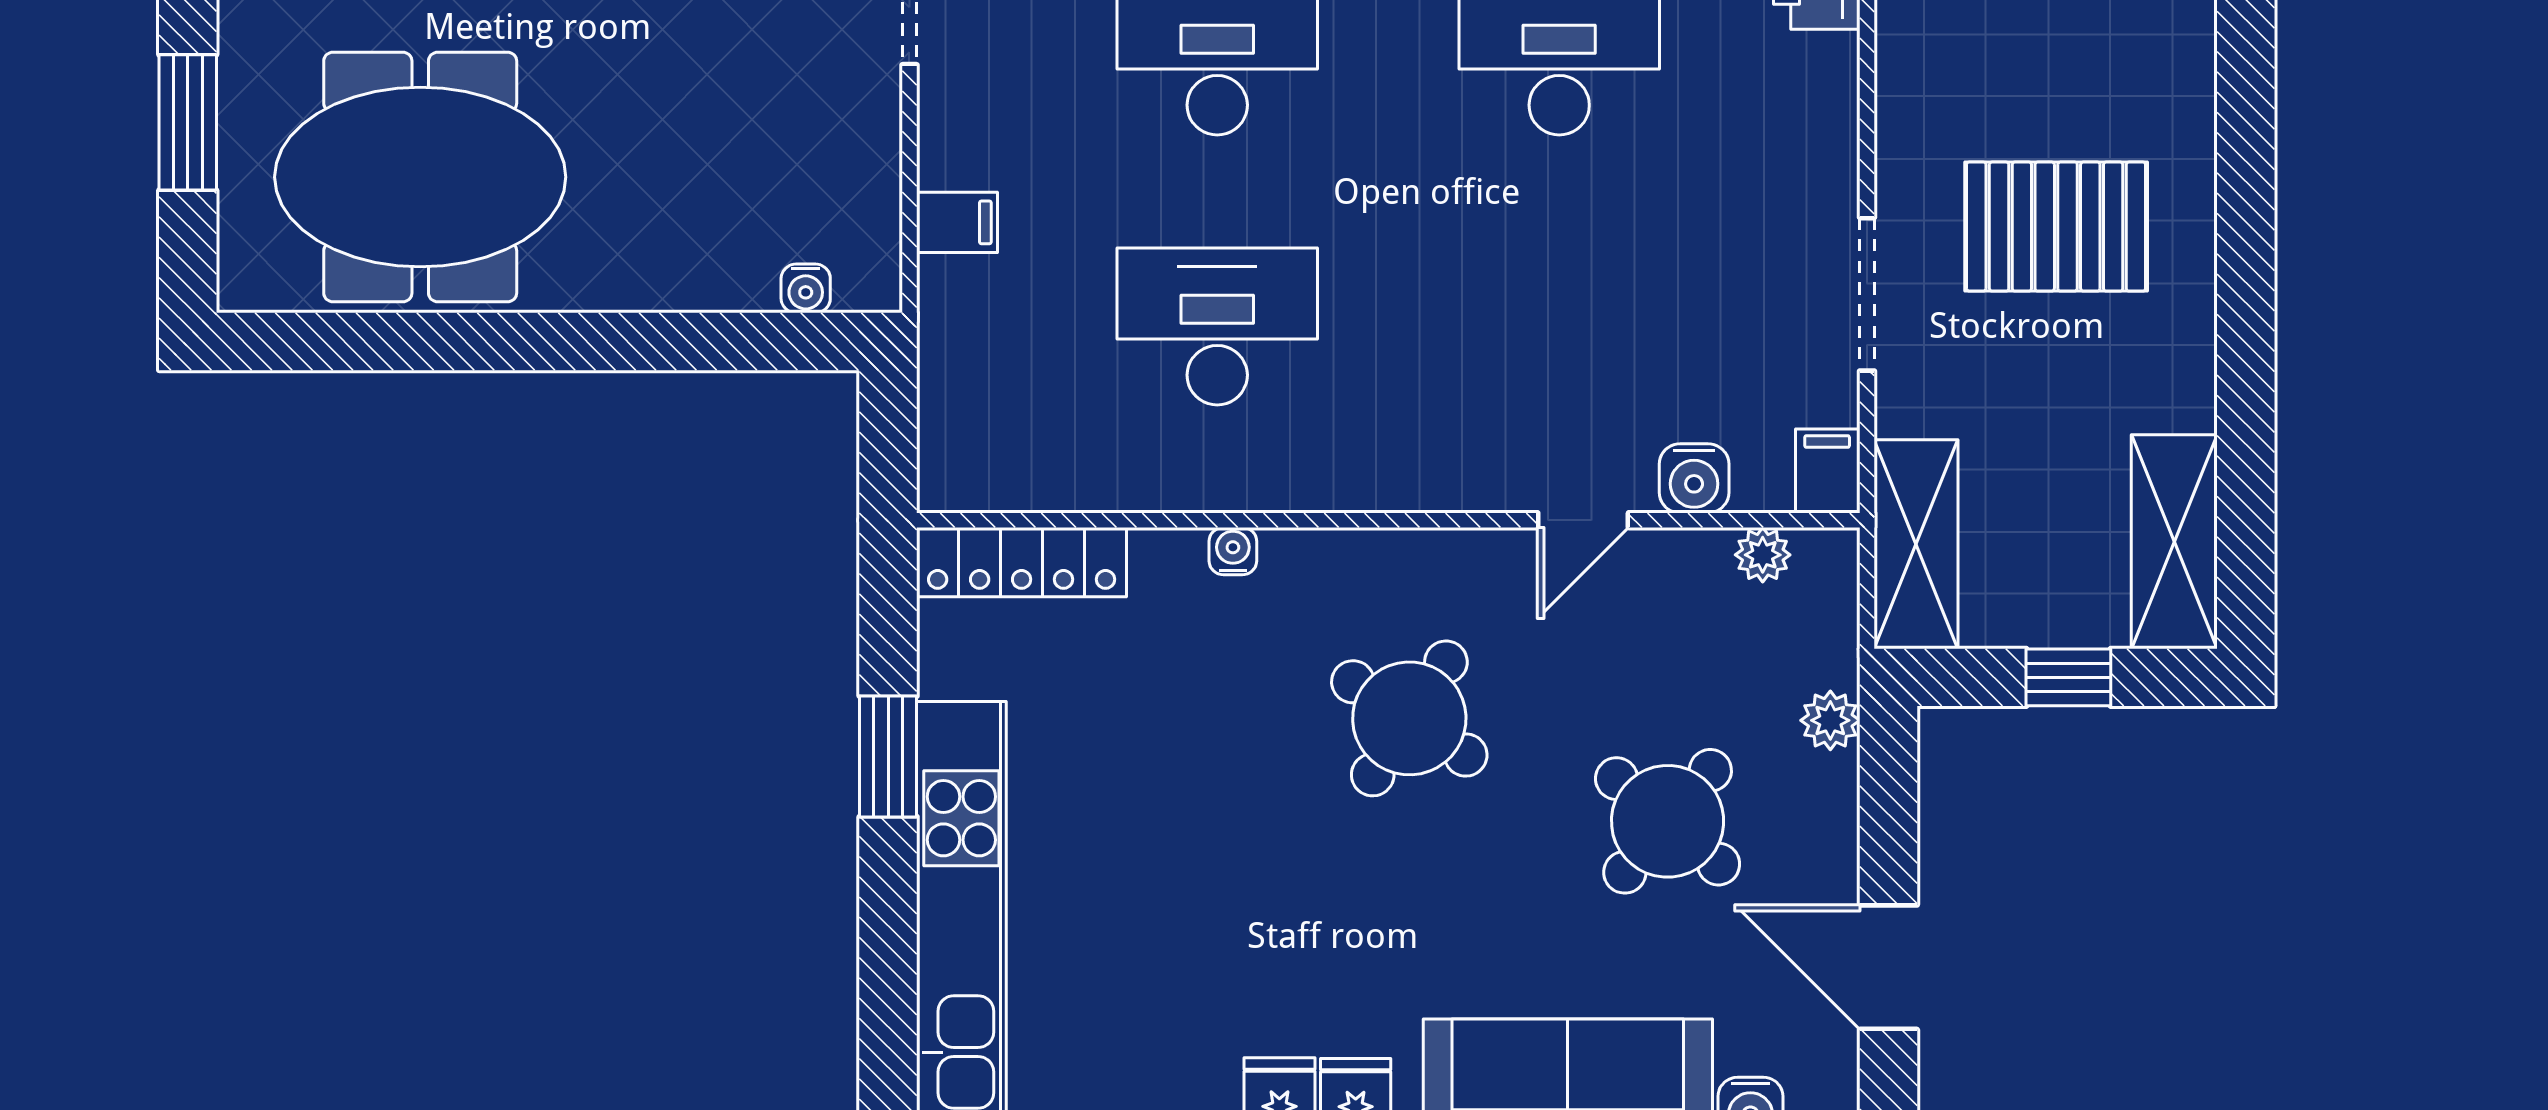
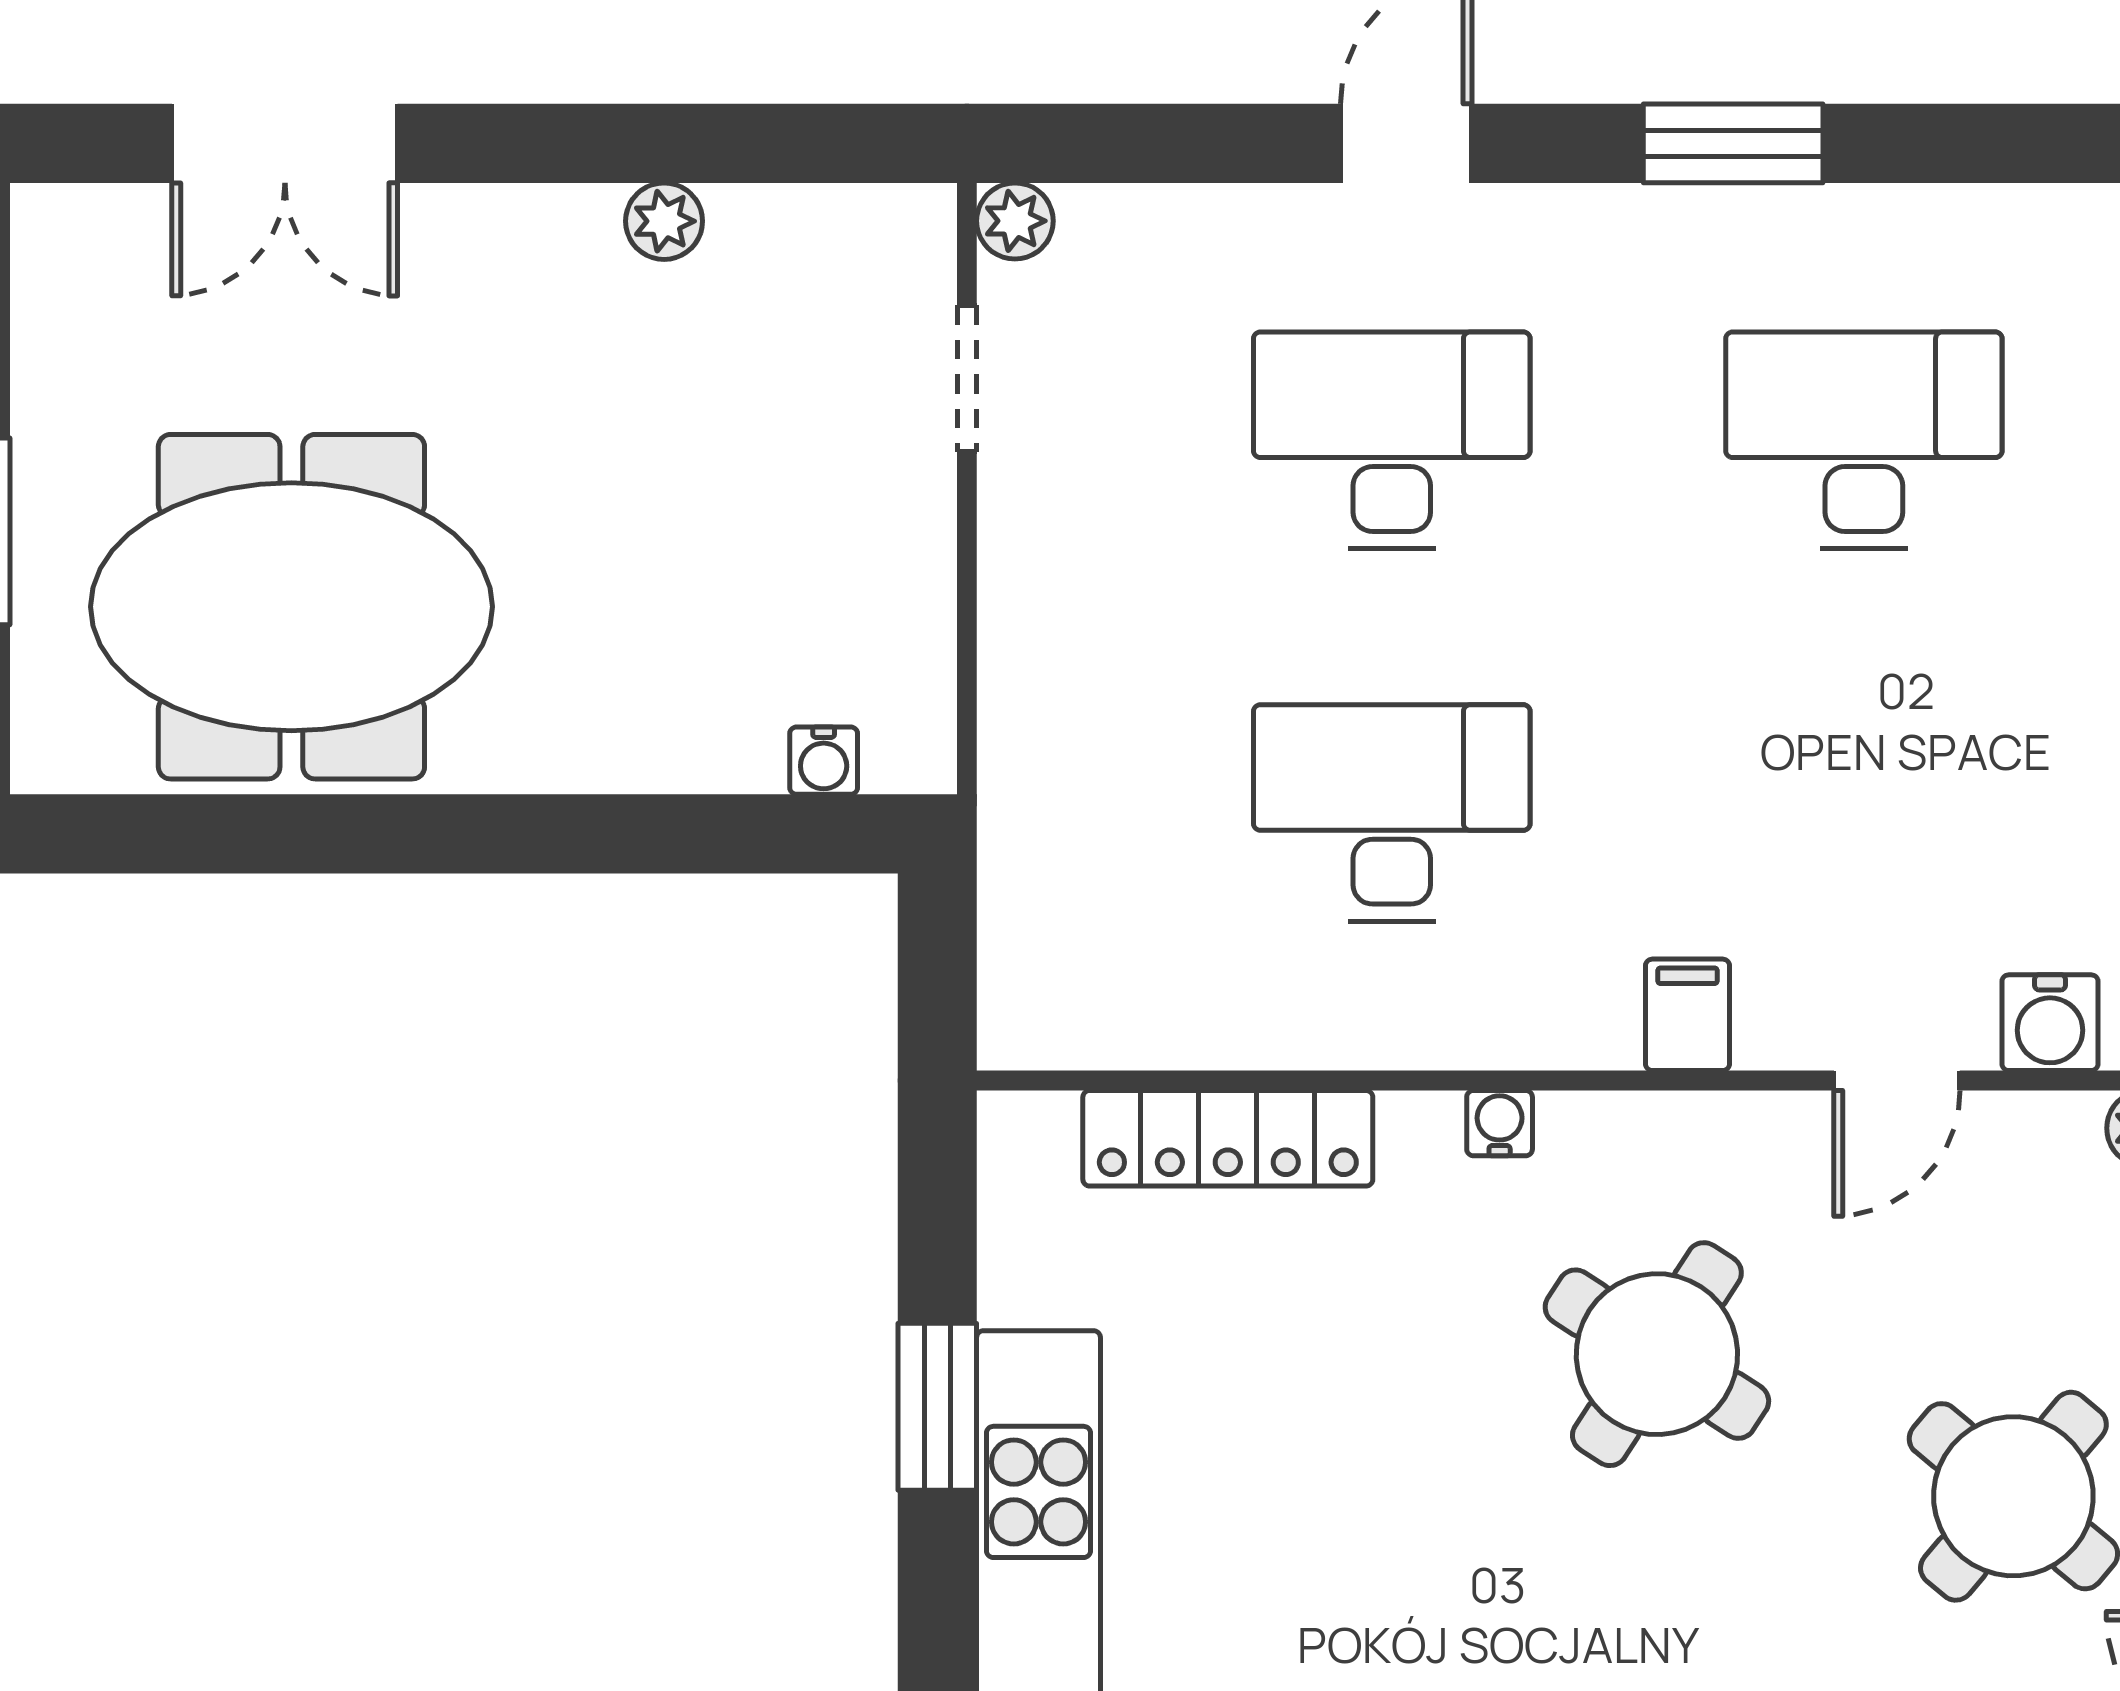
filing cabinet: (957, 222) -> (1687, 1015), moved, turned -90
water cooler: (1233, 551) -> (1500, 1123), moved
locker: (1022, 562) -> (1228, 1138), moved

